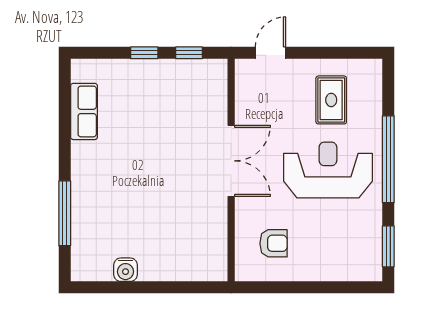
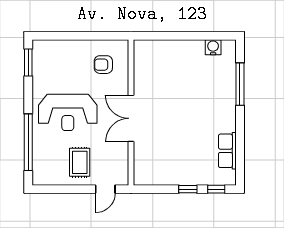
window: (189, 53) -> (216, 189), moved
rug: (331, 100) -> (80, 162), moved
window: (388, 159) -> (28, 142), moved
water cooler: (126, 270) -> (213, 47), moved

